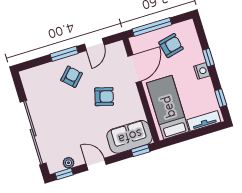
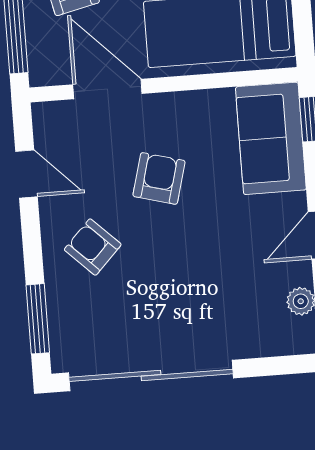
window: (64, 54) -> (38, 319), moved
sliding door: (33, 133) -> (151, 375), moved

